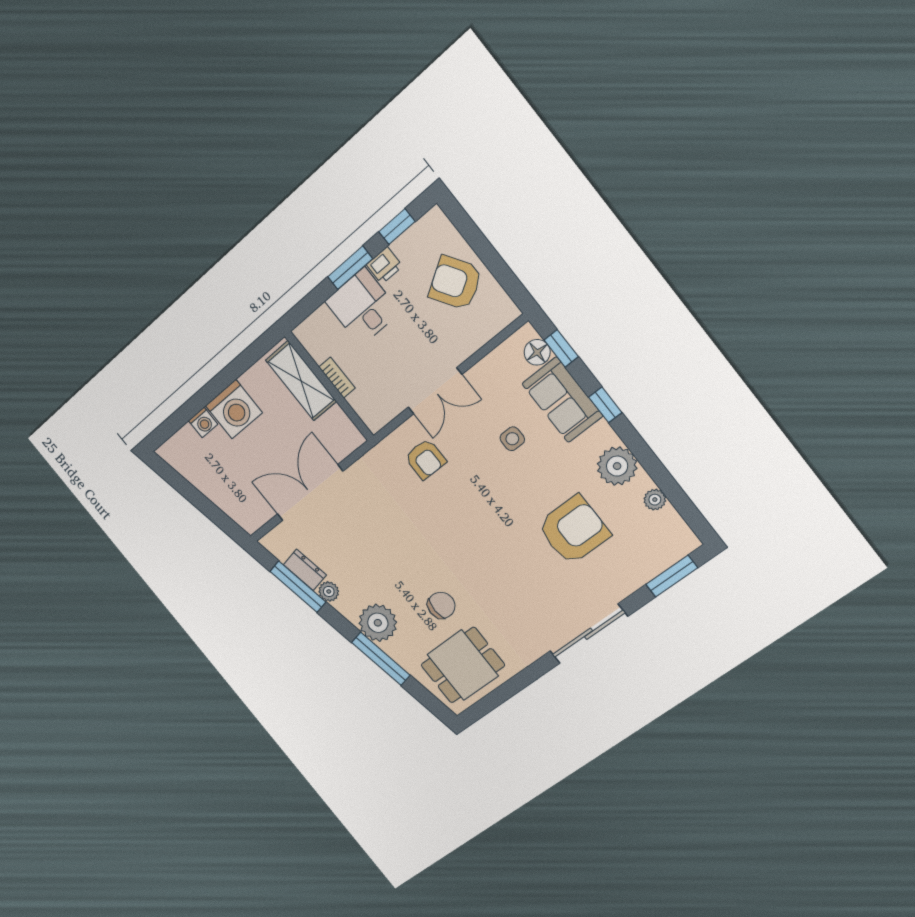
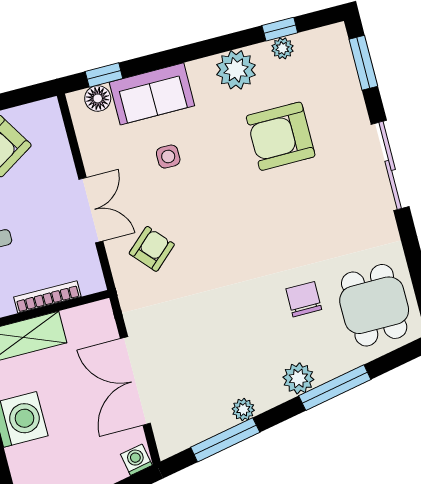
bookcase: (337, 378) -> (47, 297), width x1.56
window: (605, 405) -> (280, 29), moved
washing machine: (203, 422) -> (136, 460), moved, turned -101
armchair: (425, 459) -> (152, 249), turned -42
armchair: (574, 530) -> (281, 136), turned -90
dresser: (305, 570) -> (211, 424), removed
plant: (378, 623) -> (298, 378), width x0.73, depth x0.73

